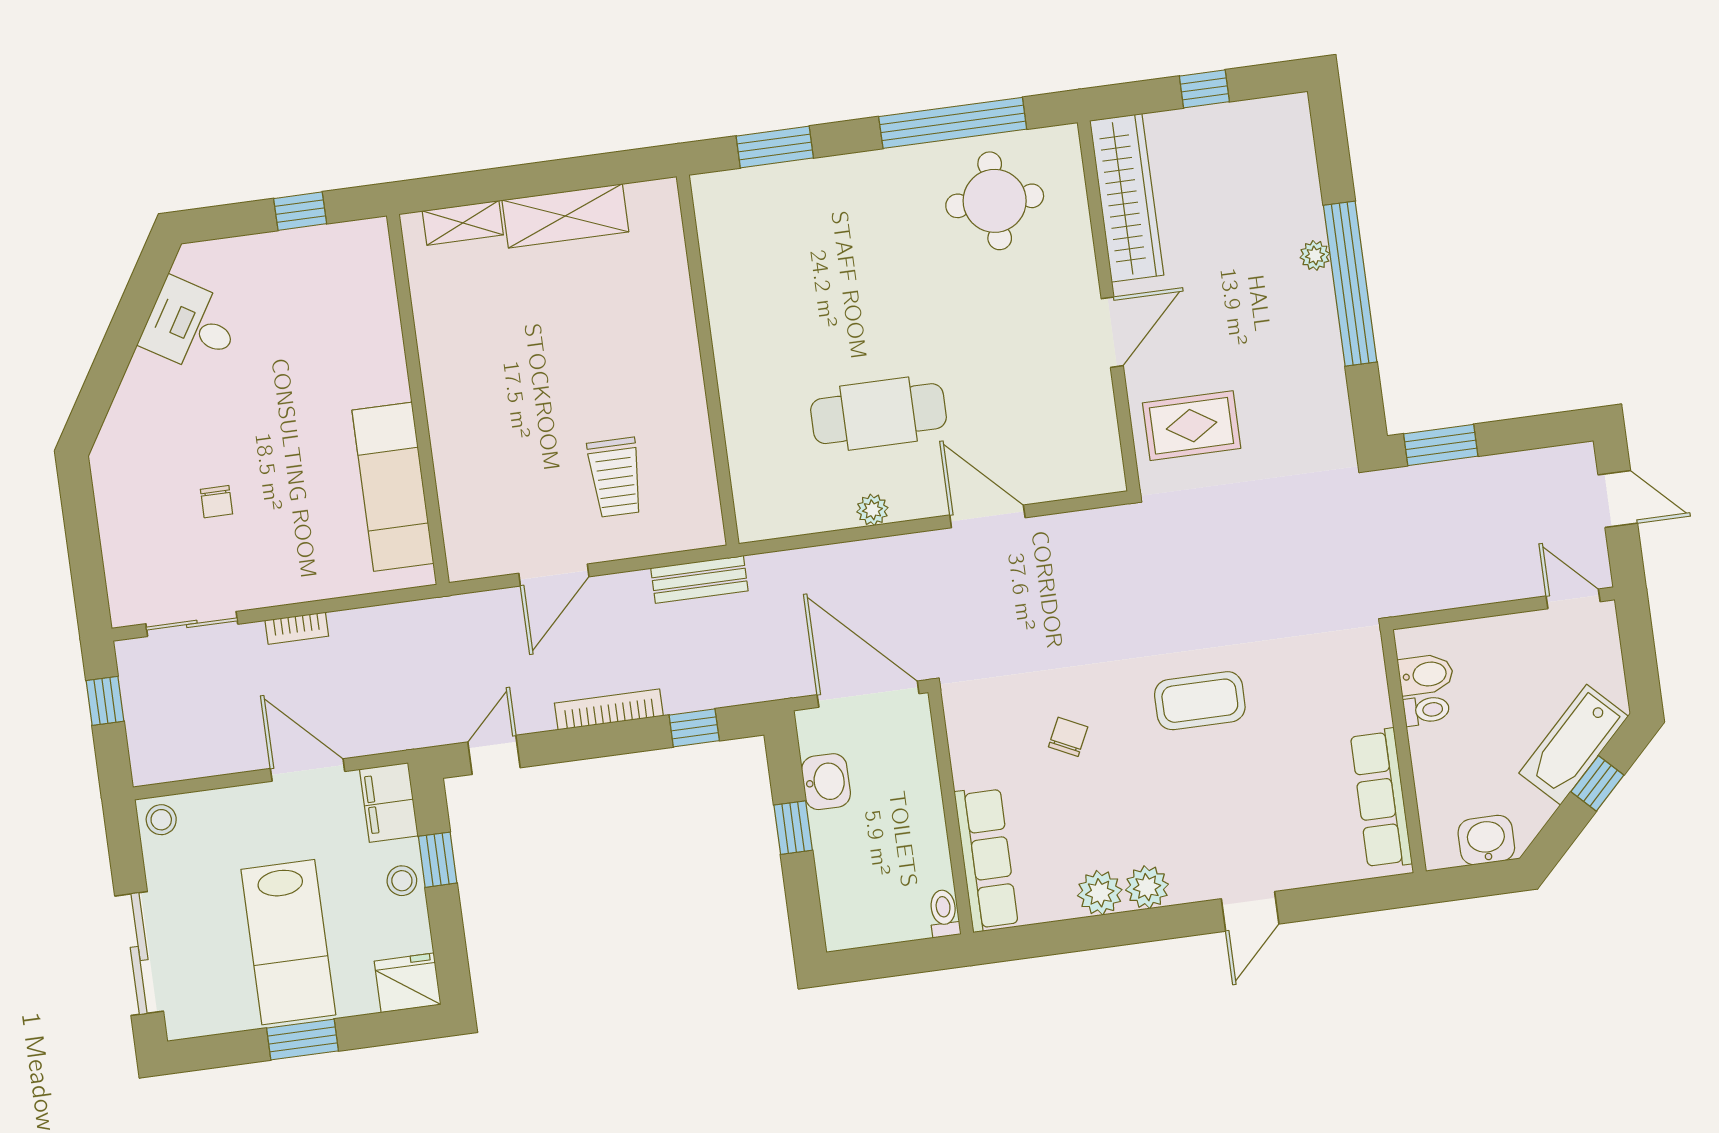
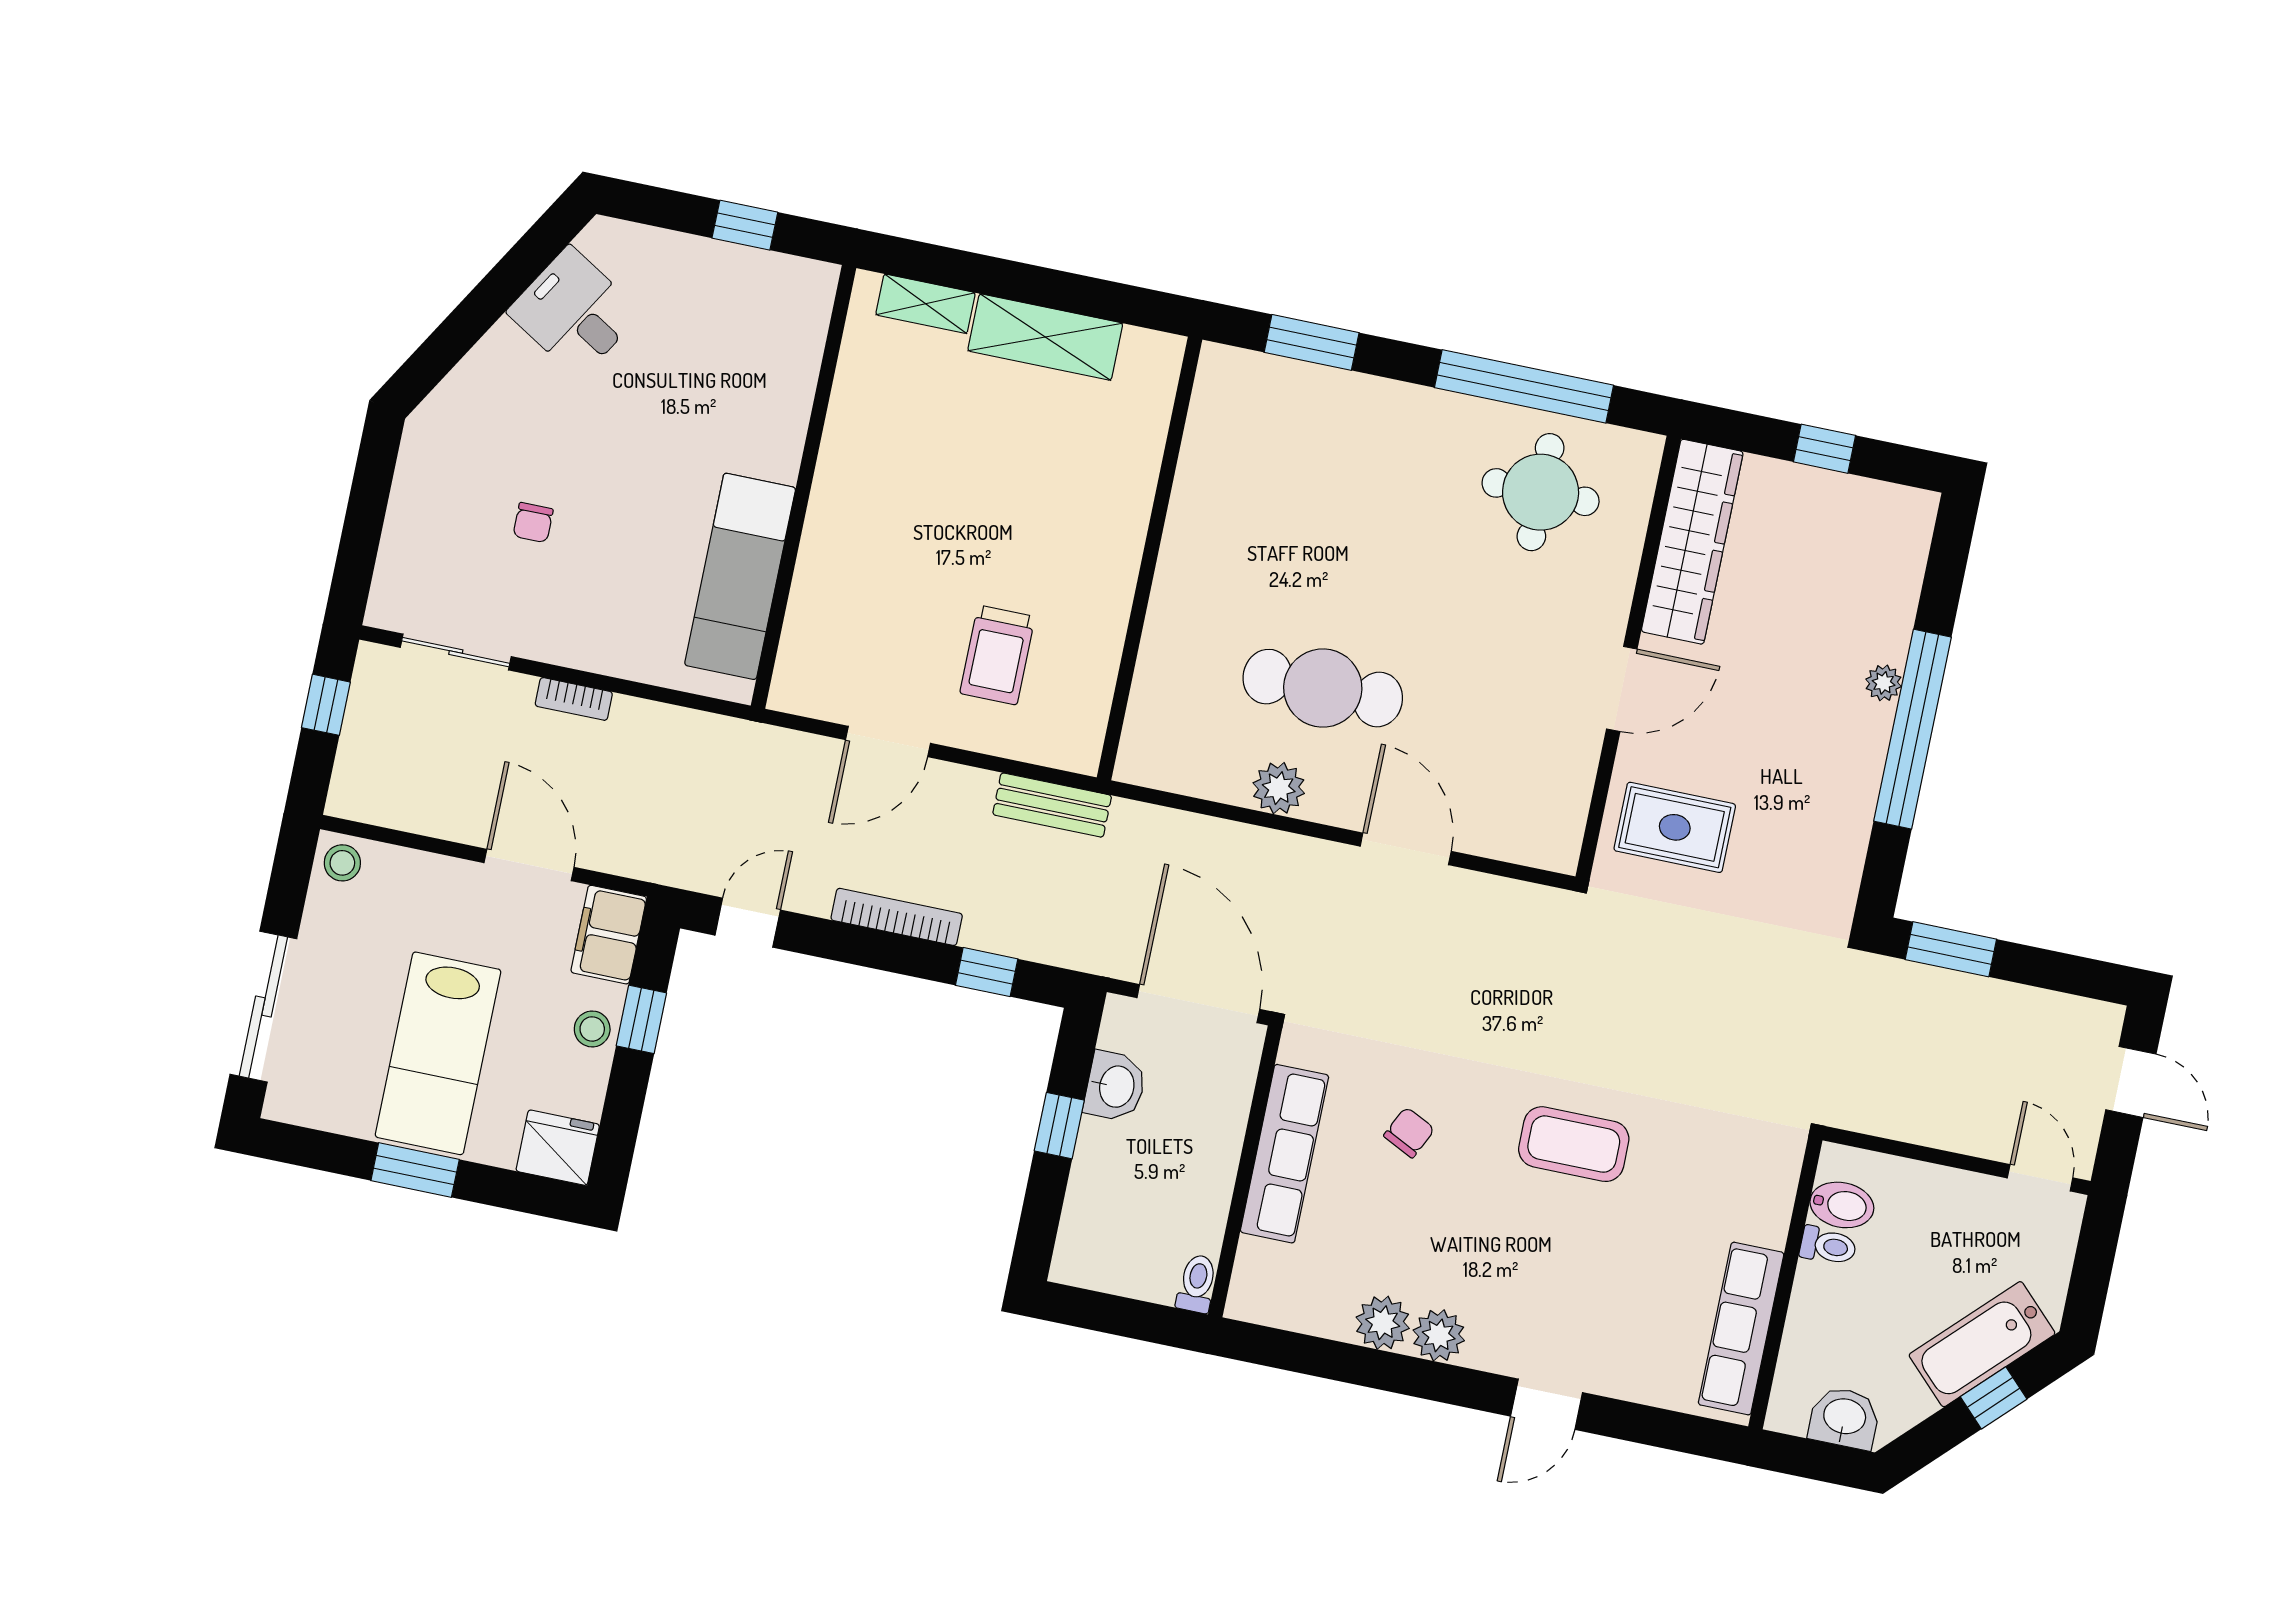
plant: (872, 510) -> (1279, 788), width x1.38, depth x1.38
row of seats: (986, 859) -> (1284, 1154), moved

